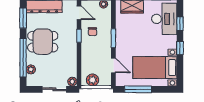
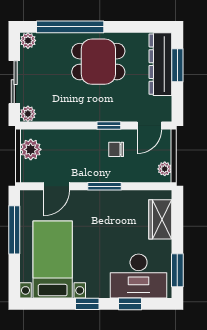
window: (23, 18) -> (140, 27), removed
dining table: (43, 42) -> (98, 62), turned 90
plant: (31, 69) -> (28, 41), moved

